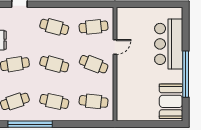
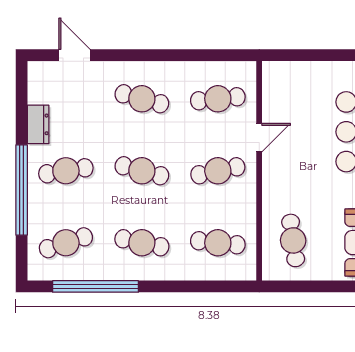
cafe table: (94, 64) -> (218, 171), turned -33
cafe table: (133, 100) -> (293, 240), added

